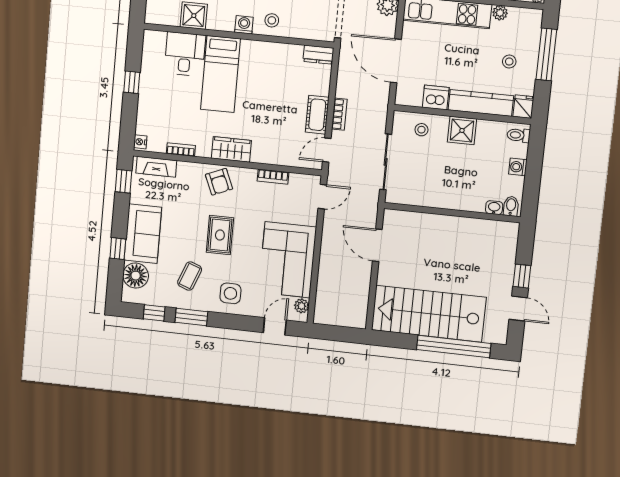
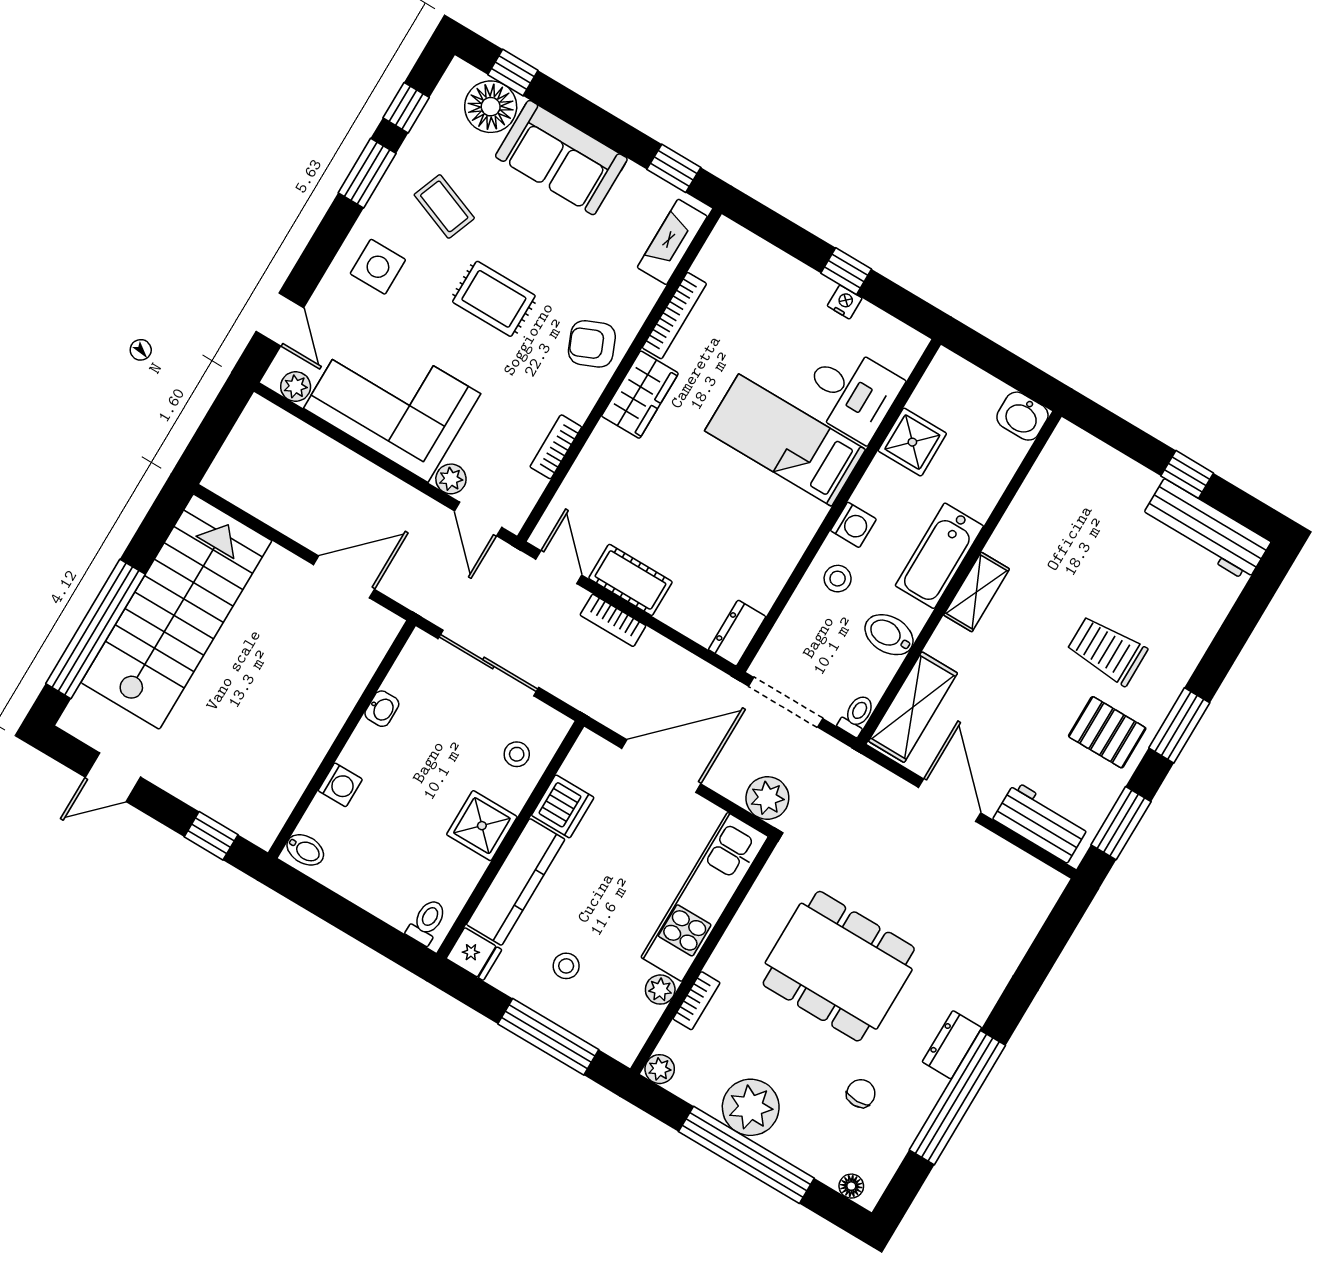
nightstand: (140, 142) -> (845, 302), moved
bookcase: (181, 150) -> (674, 316), width x1.56
washing machine: (518, 167) -> (340, 785), moved, turned 90
washbasin: (494, 208) -> (382, 709), moved
plant: (310, 217) -> (451, 479), added
window: (118, 249) -> (513, 72), moved
window: (522, 276) -> (211, 836), moved

